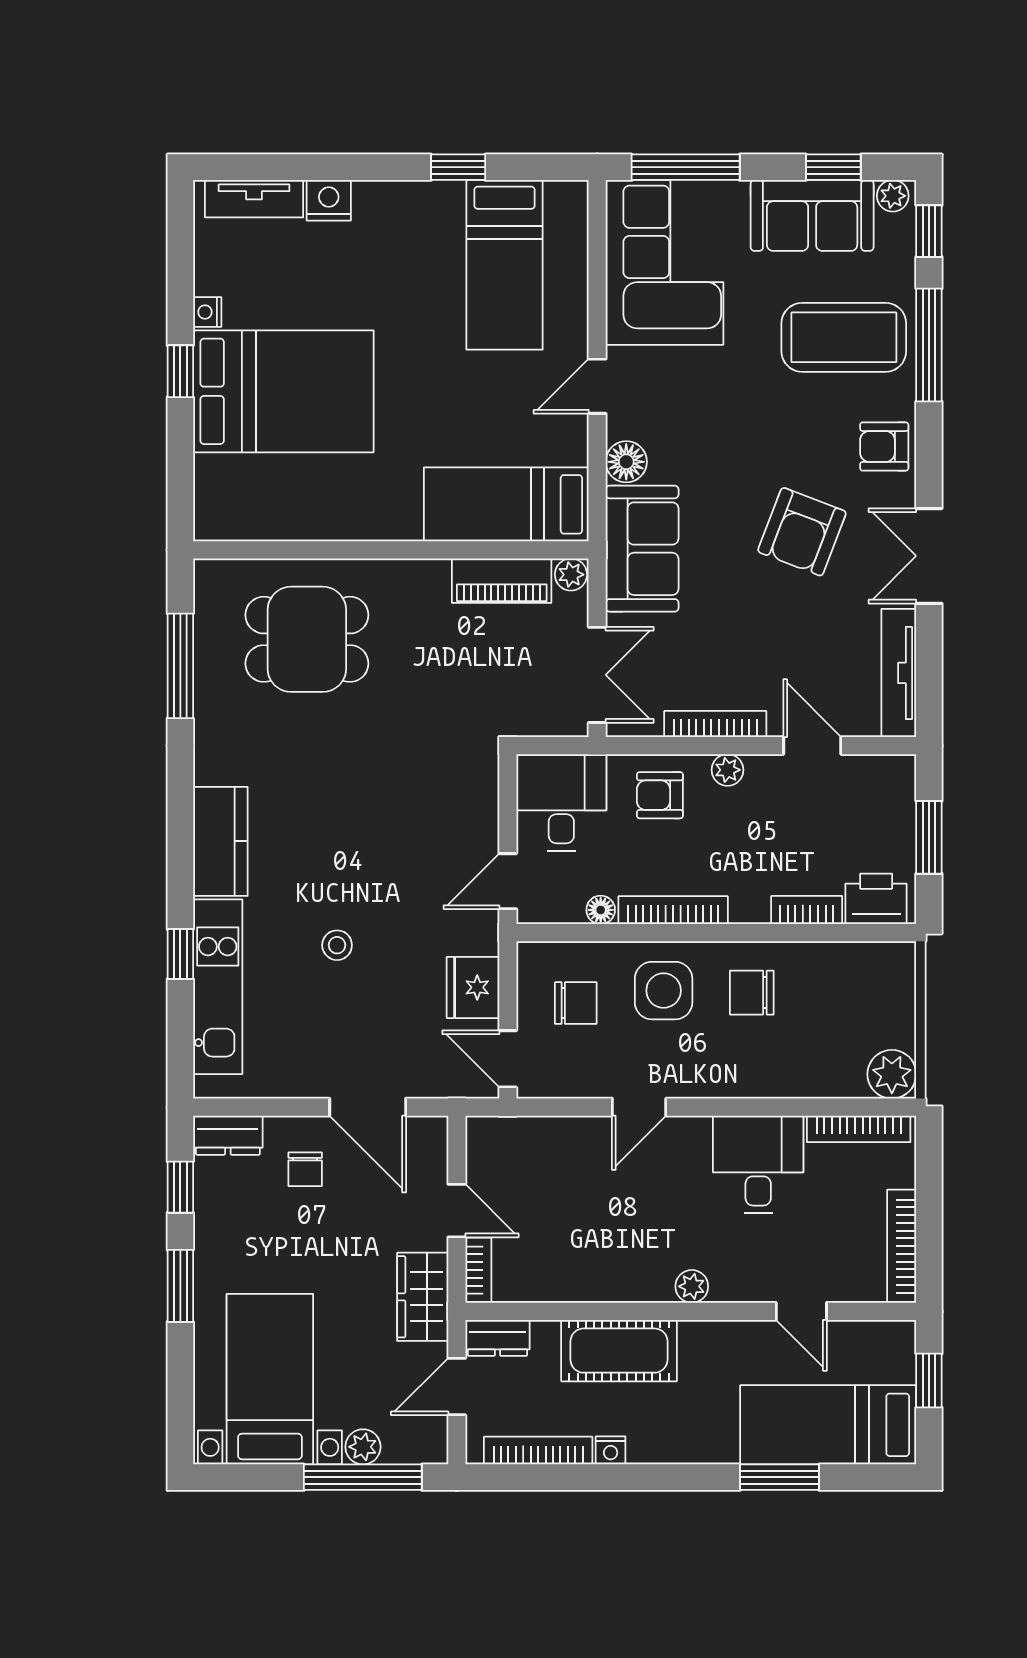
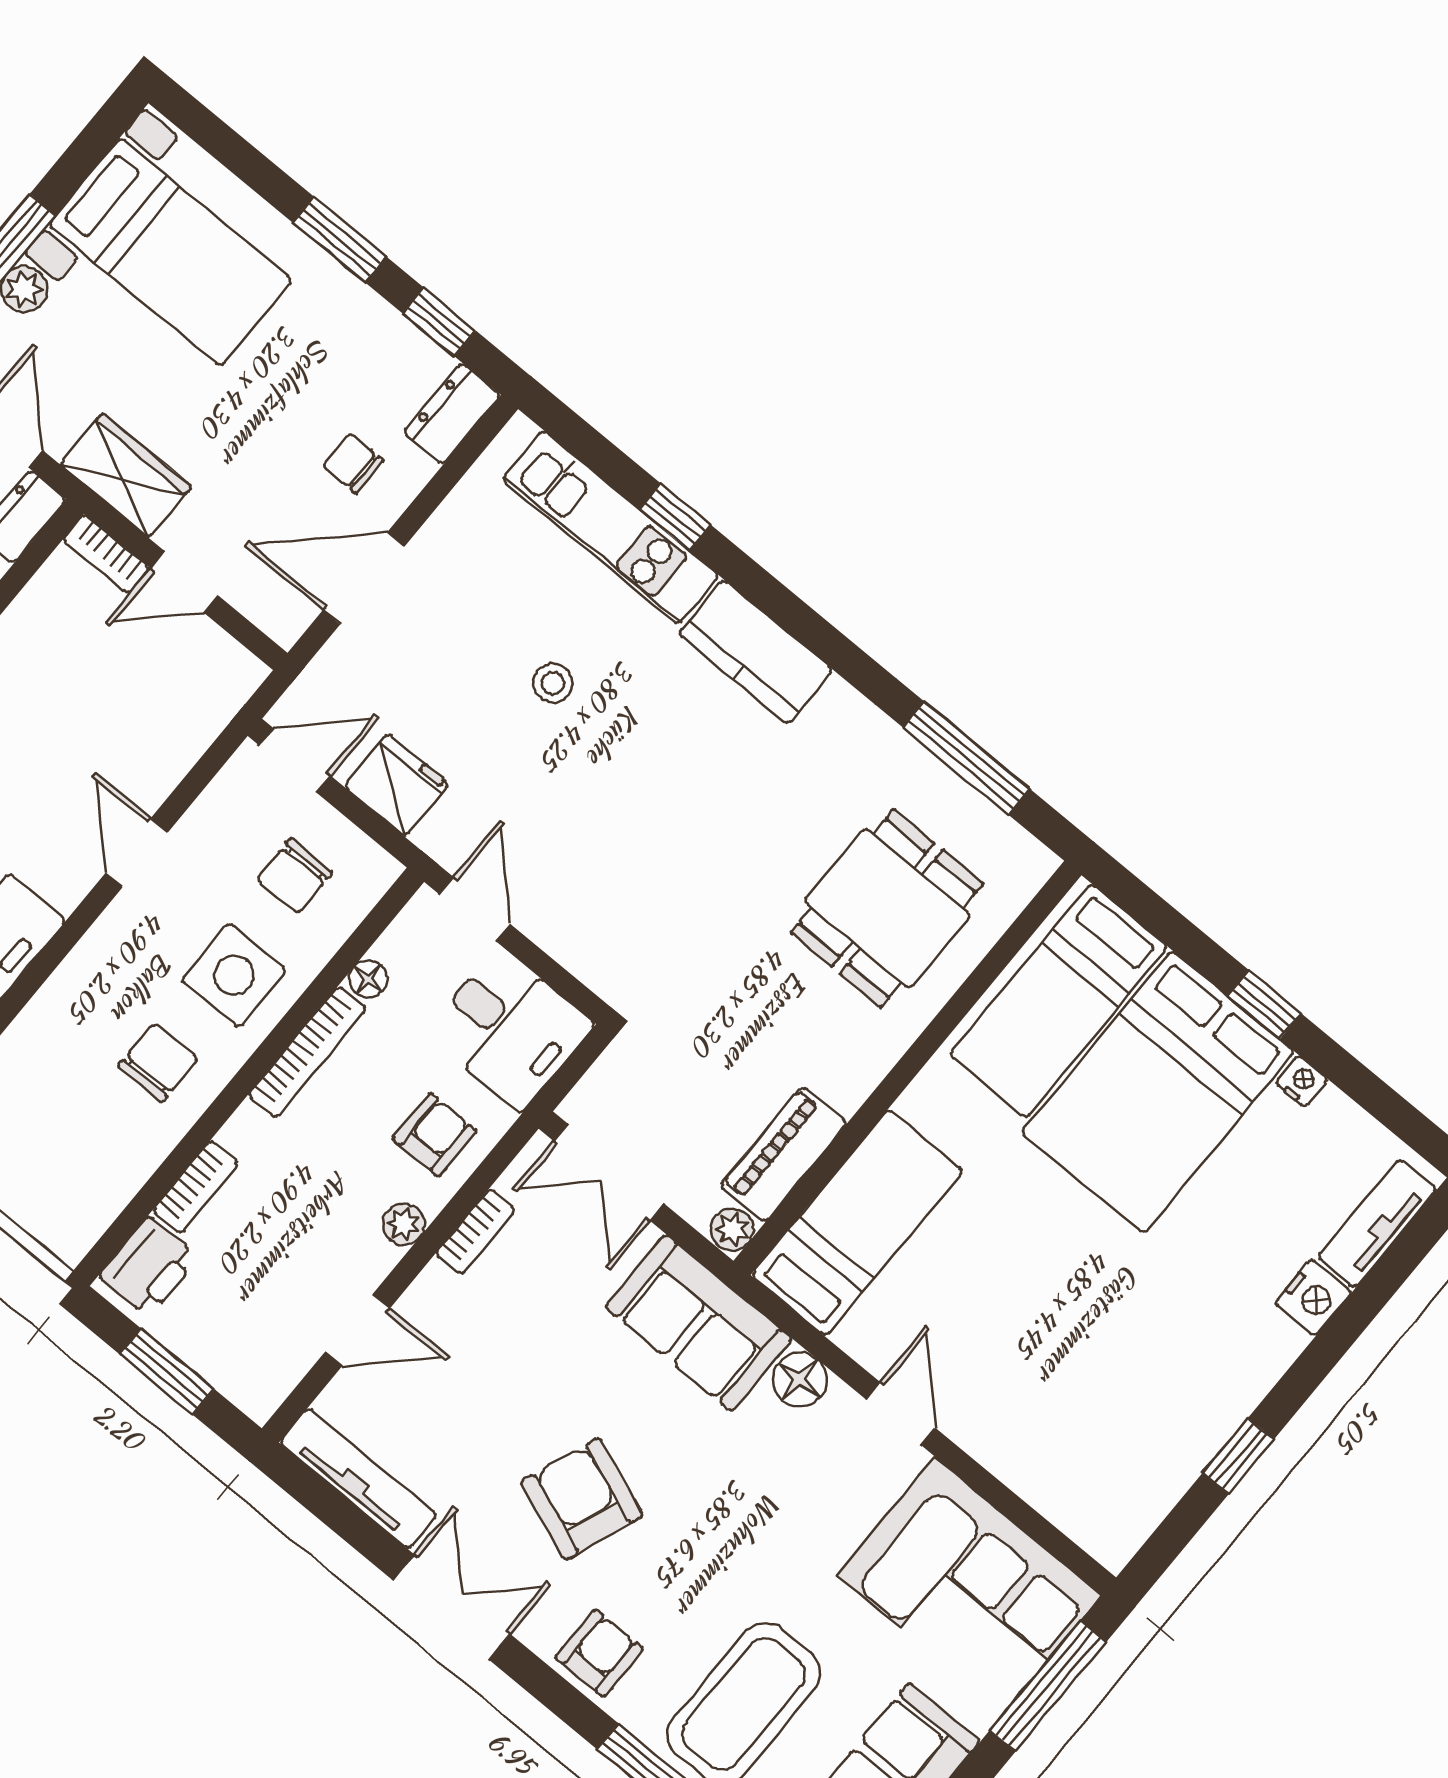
bed: (504, 265) -> (1059, 1001), moved, turned -90
bookcase: (715, 724) -> (476, 1232), width x0.64

